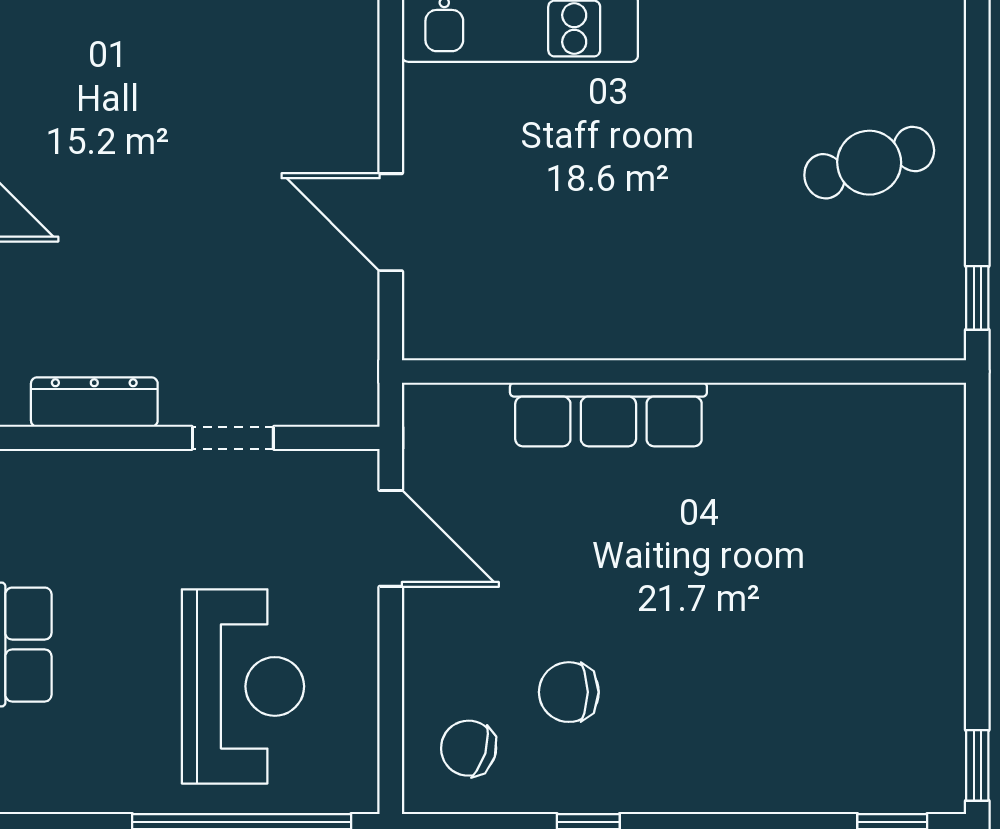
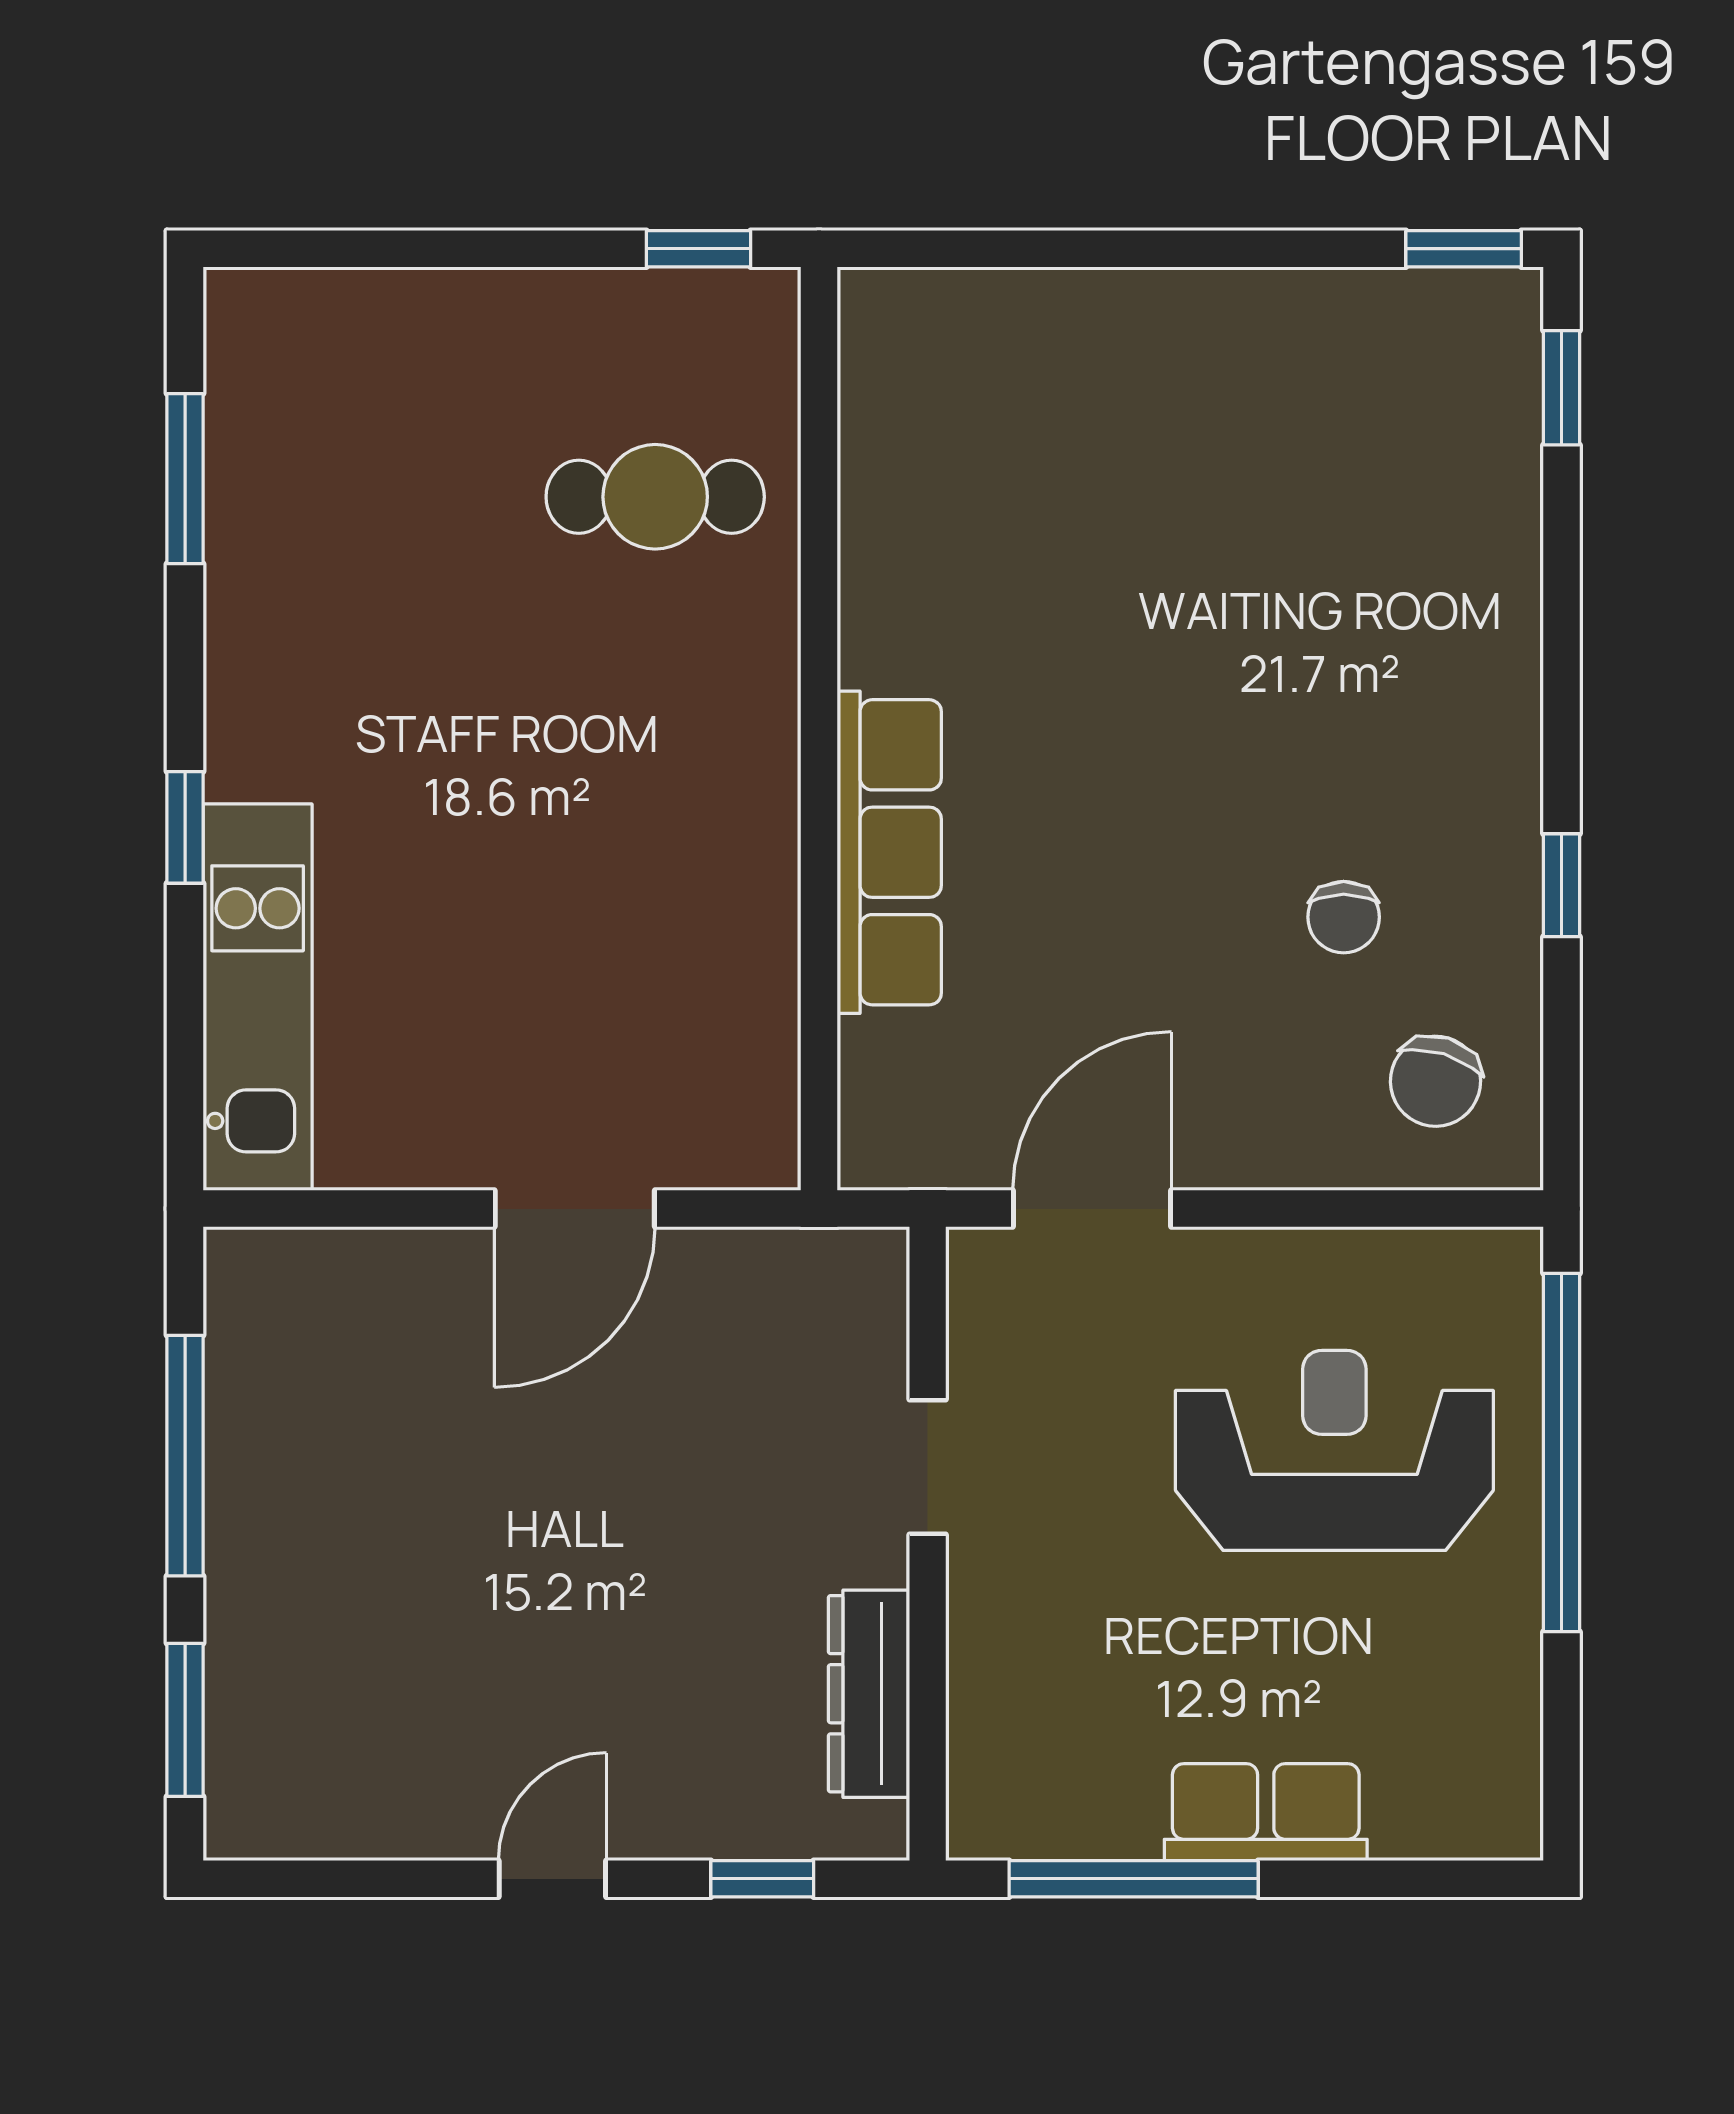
cafe table: (869, 163) -> (655, 497), moved, turned -73
chair: (569, 692) -> (1344, 917), width x0.73, depth x0.73

